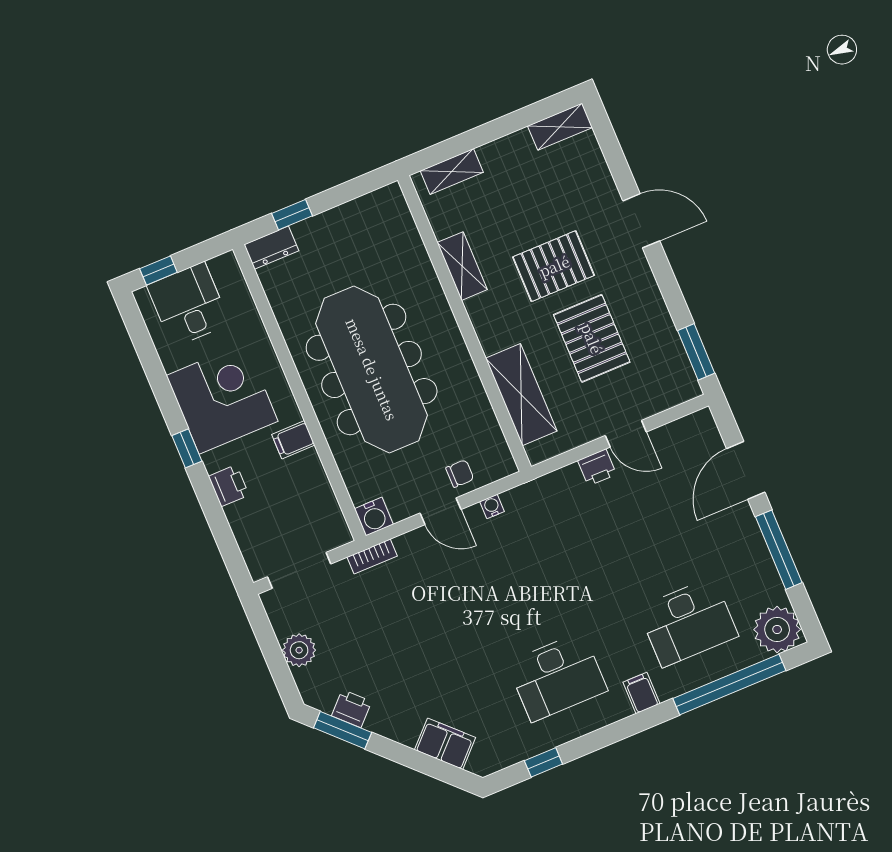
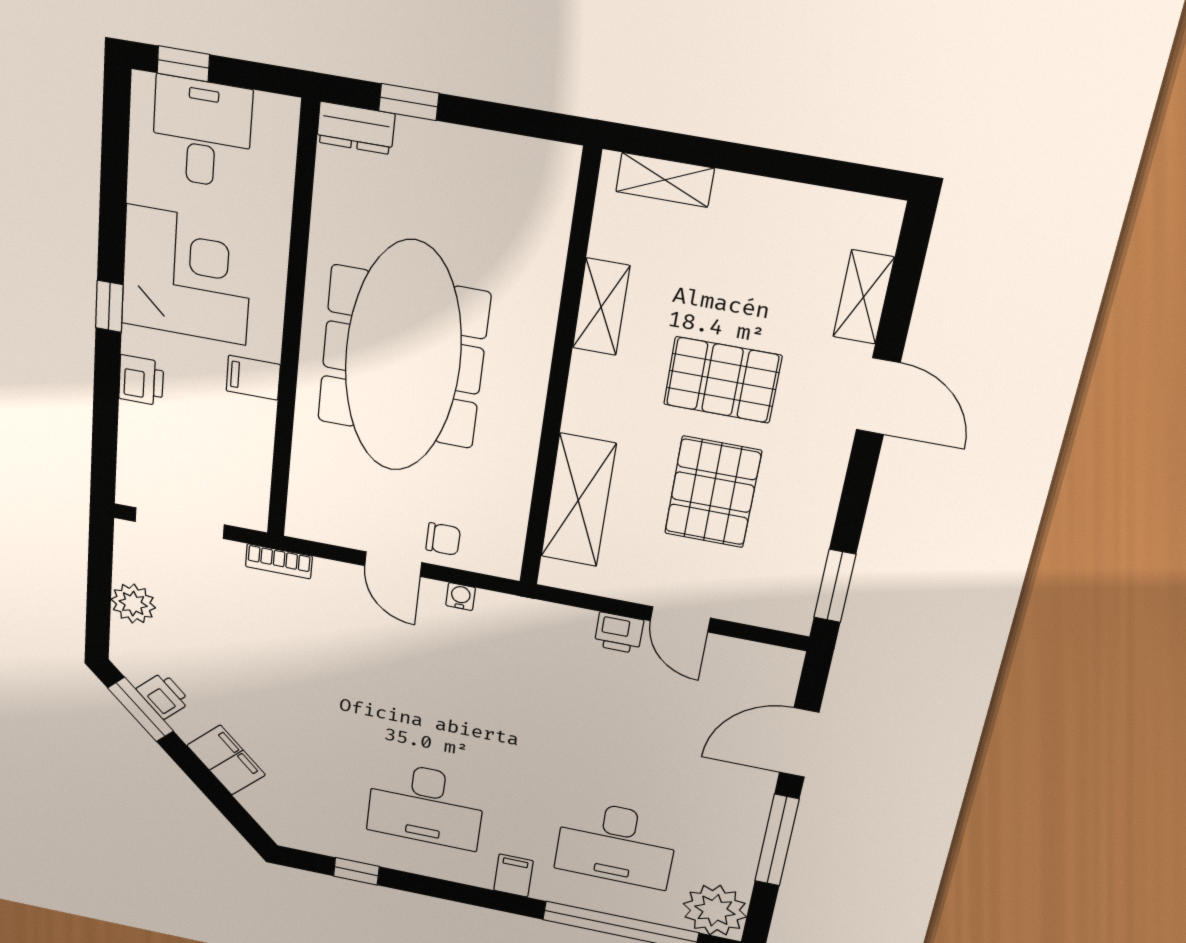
shelving: (560, 127) -> (863, 297), moved, turned 90
water cooler: (374, 517) -> (306, 521), removed
filing cabinet: (445, 744) -> (226, 760), moved

